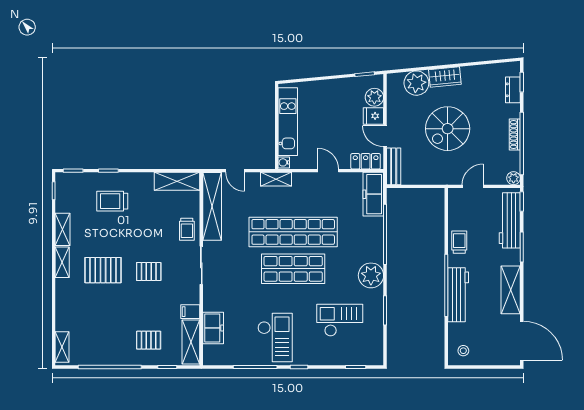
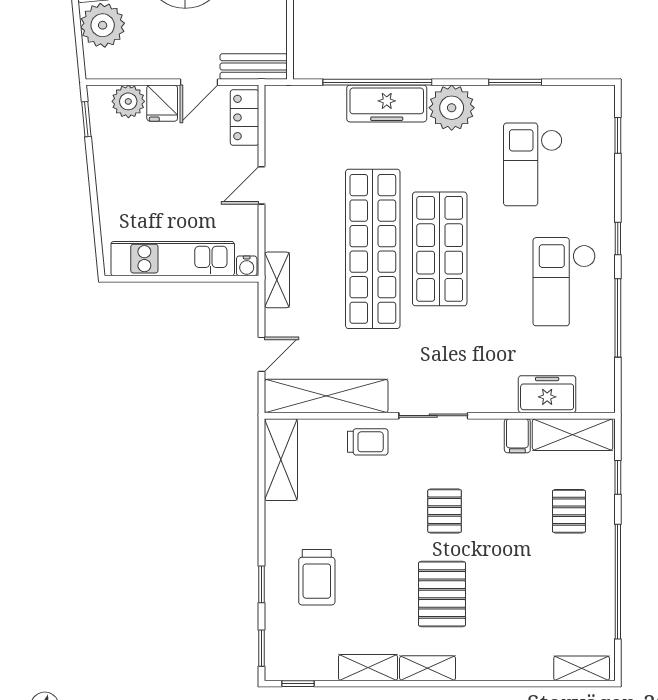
freezer: (373, 194) -> (387, 104), moved
checkout: (275, 337) -> (564, 282), turned -90

